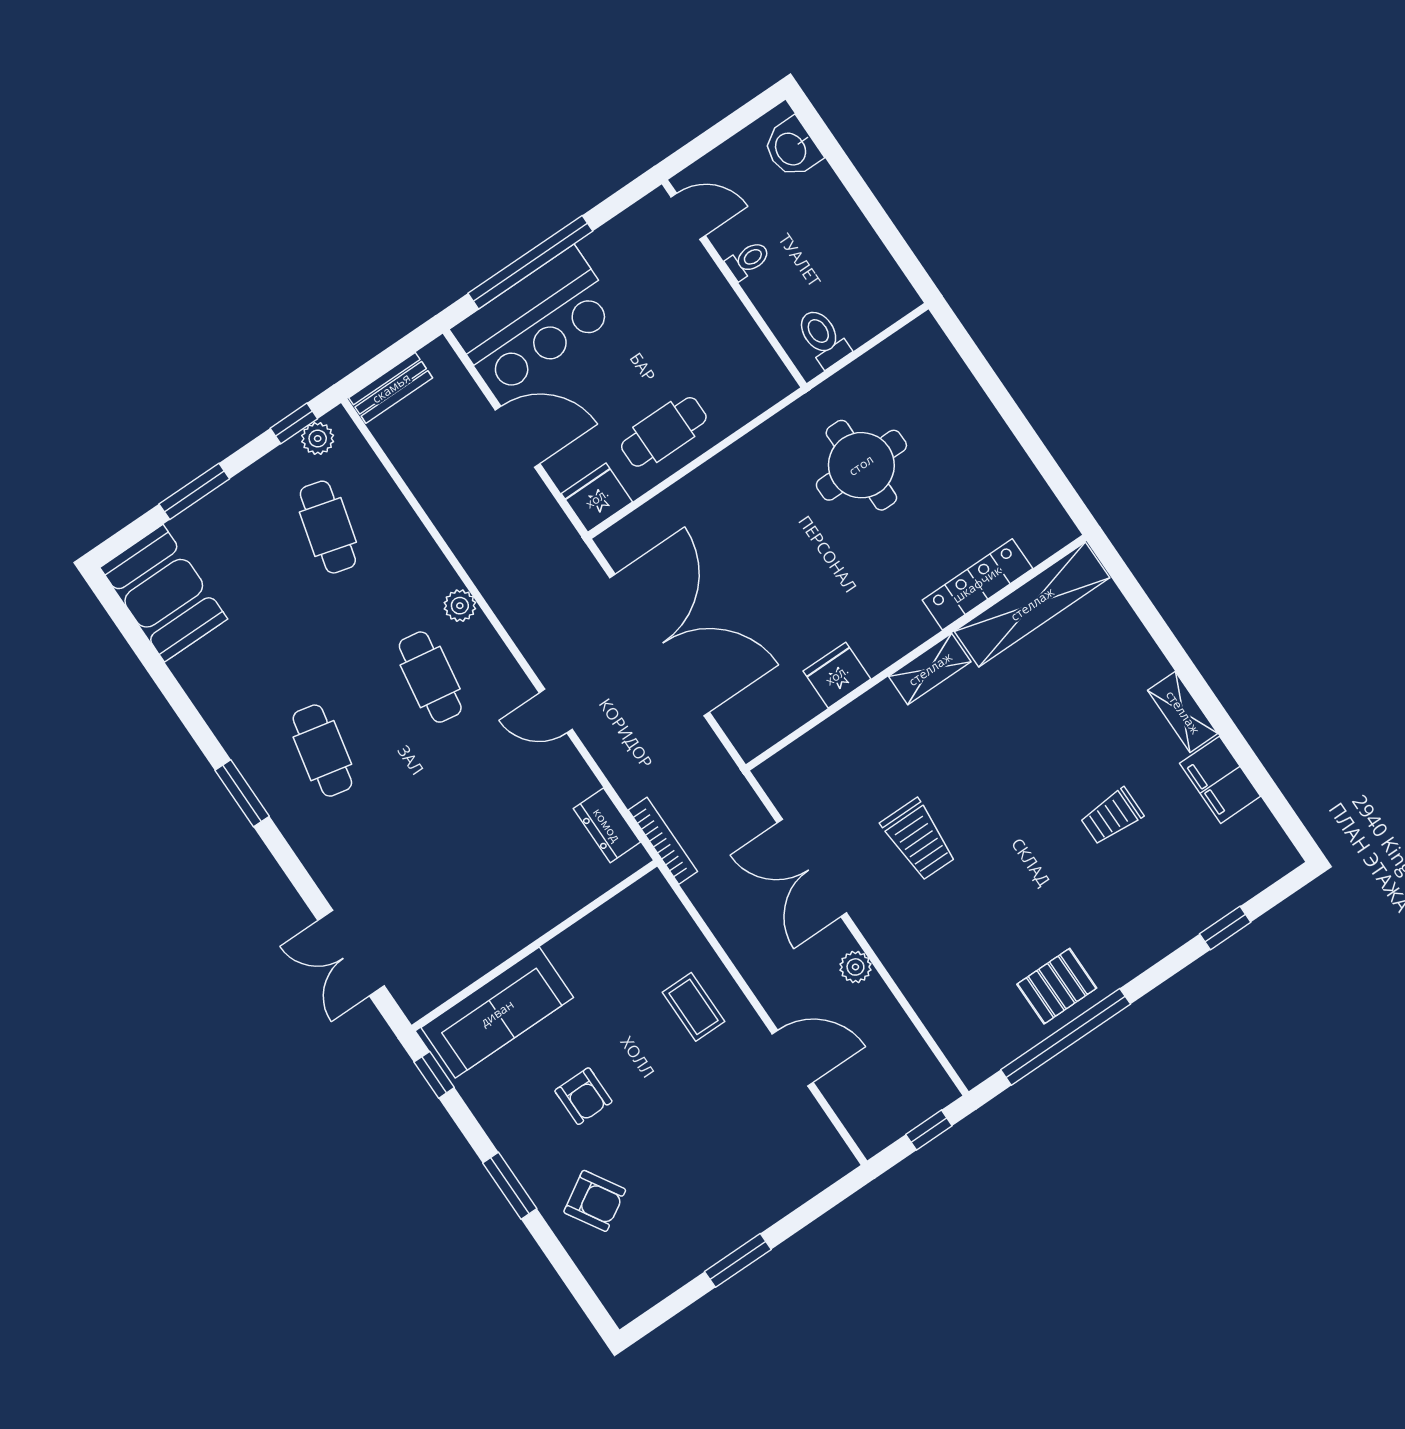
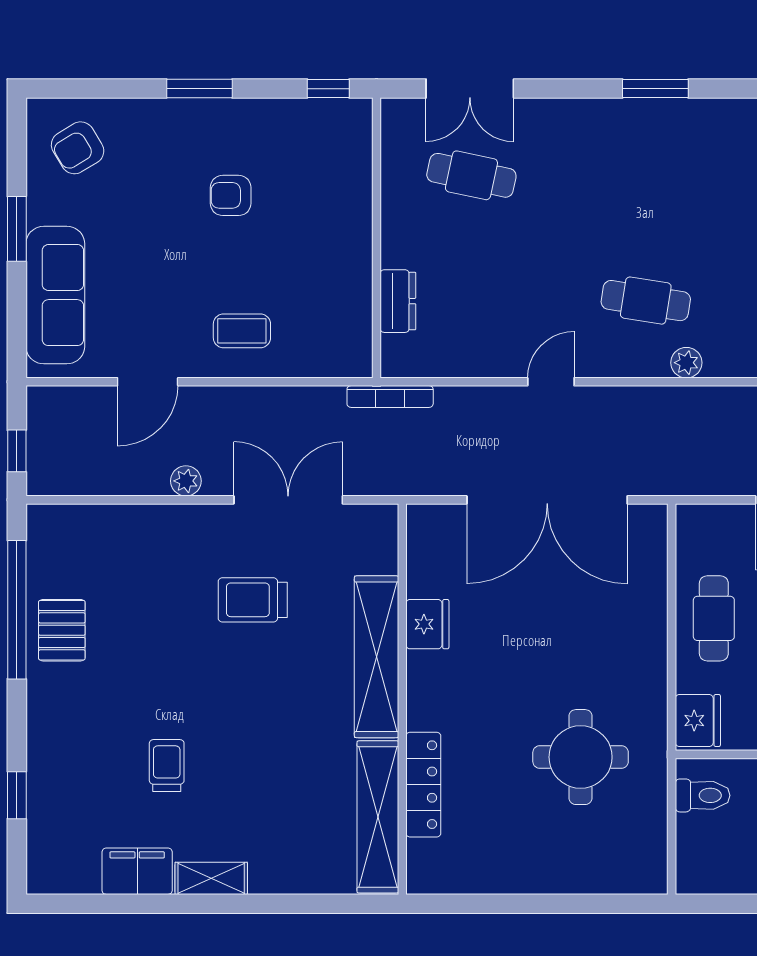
fridge: (597, 498) -> (698, 721), moved
shelving: (930, 669) -> (377, 657), width x2.20, depth x1.33
cafe table: (322, 751) -> (471, 175), moved
dresser: (607, 825) -> (398, 301), moved, turned 90
double door: (351, 953) -> (470, 89), swing flipped
sofa: (497, 1013) -> (55, 295), moved, turned 180
armchair: (595, 1201) -> (78, 148), moved

